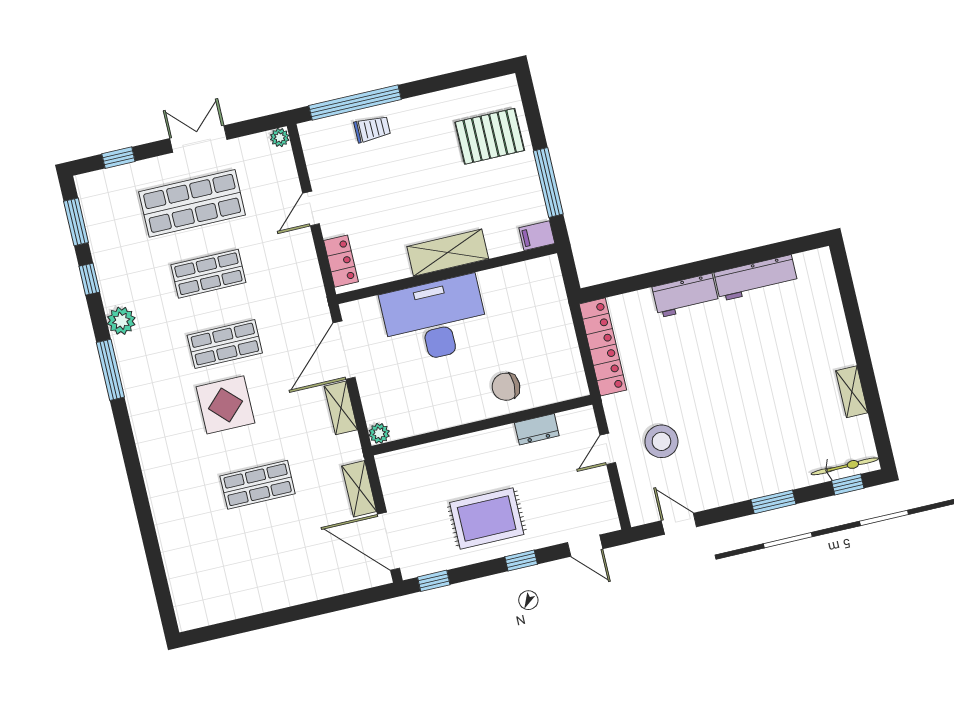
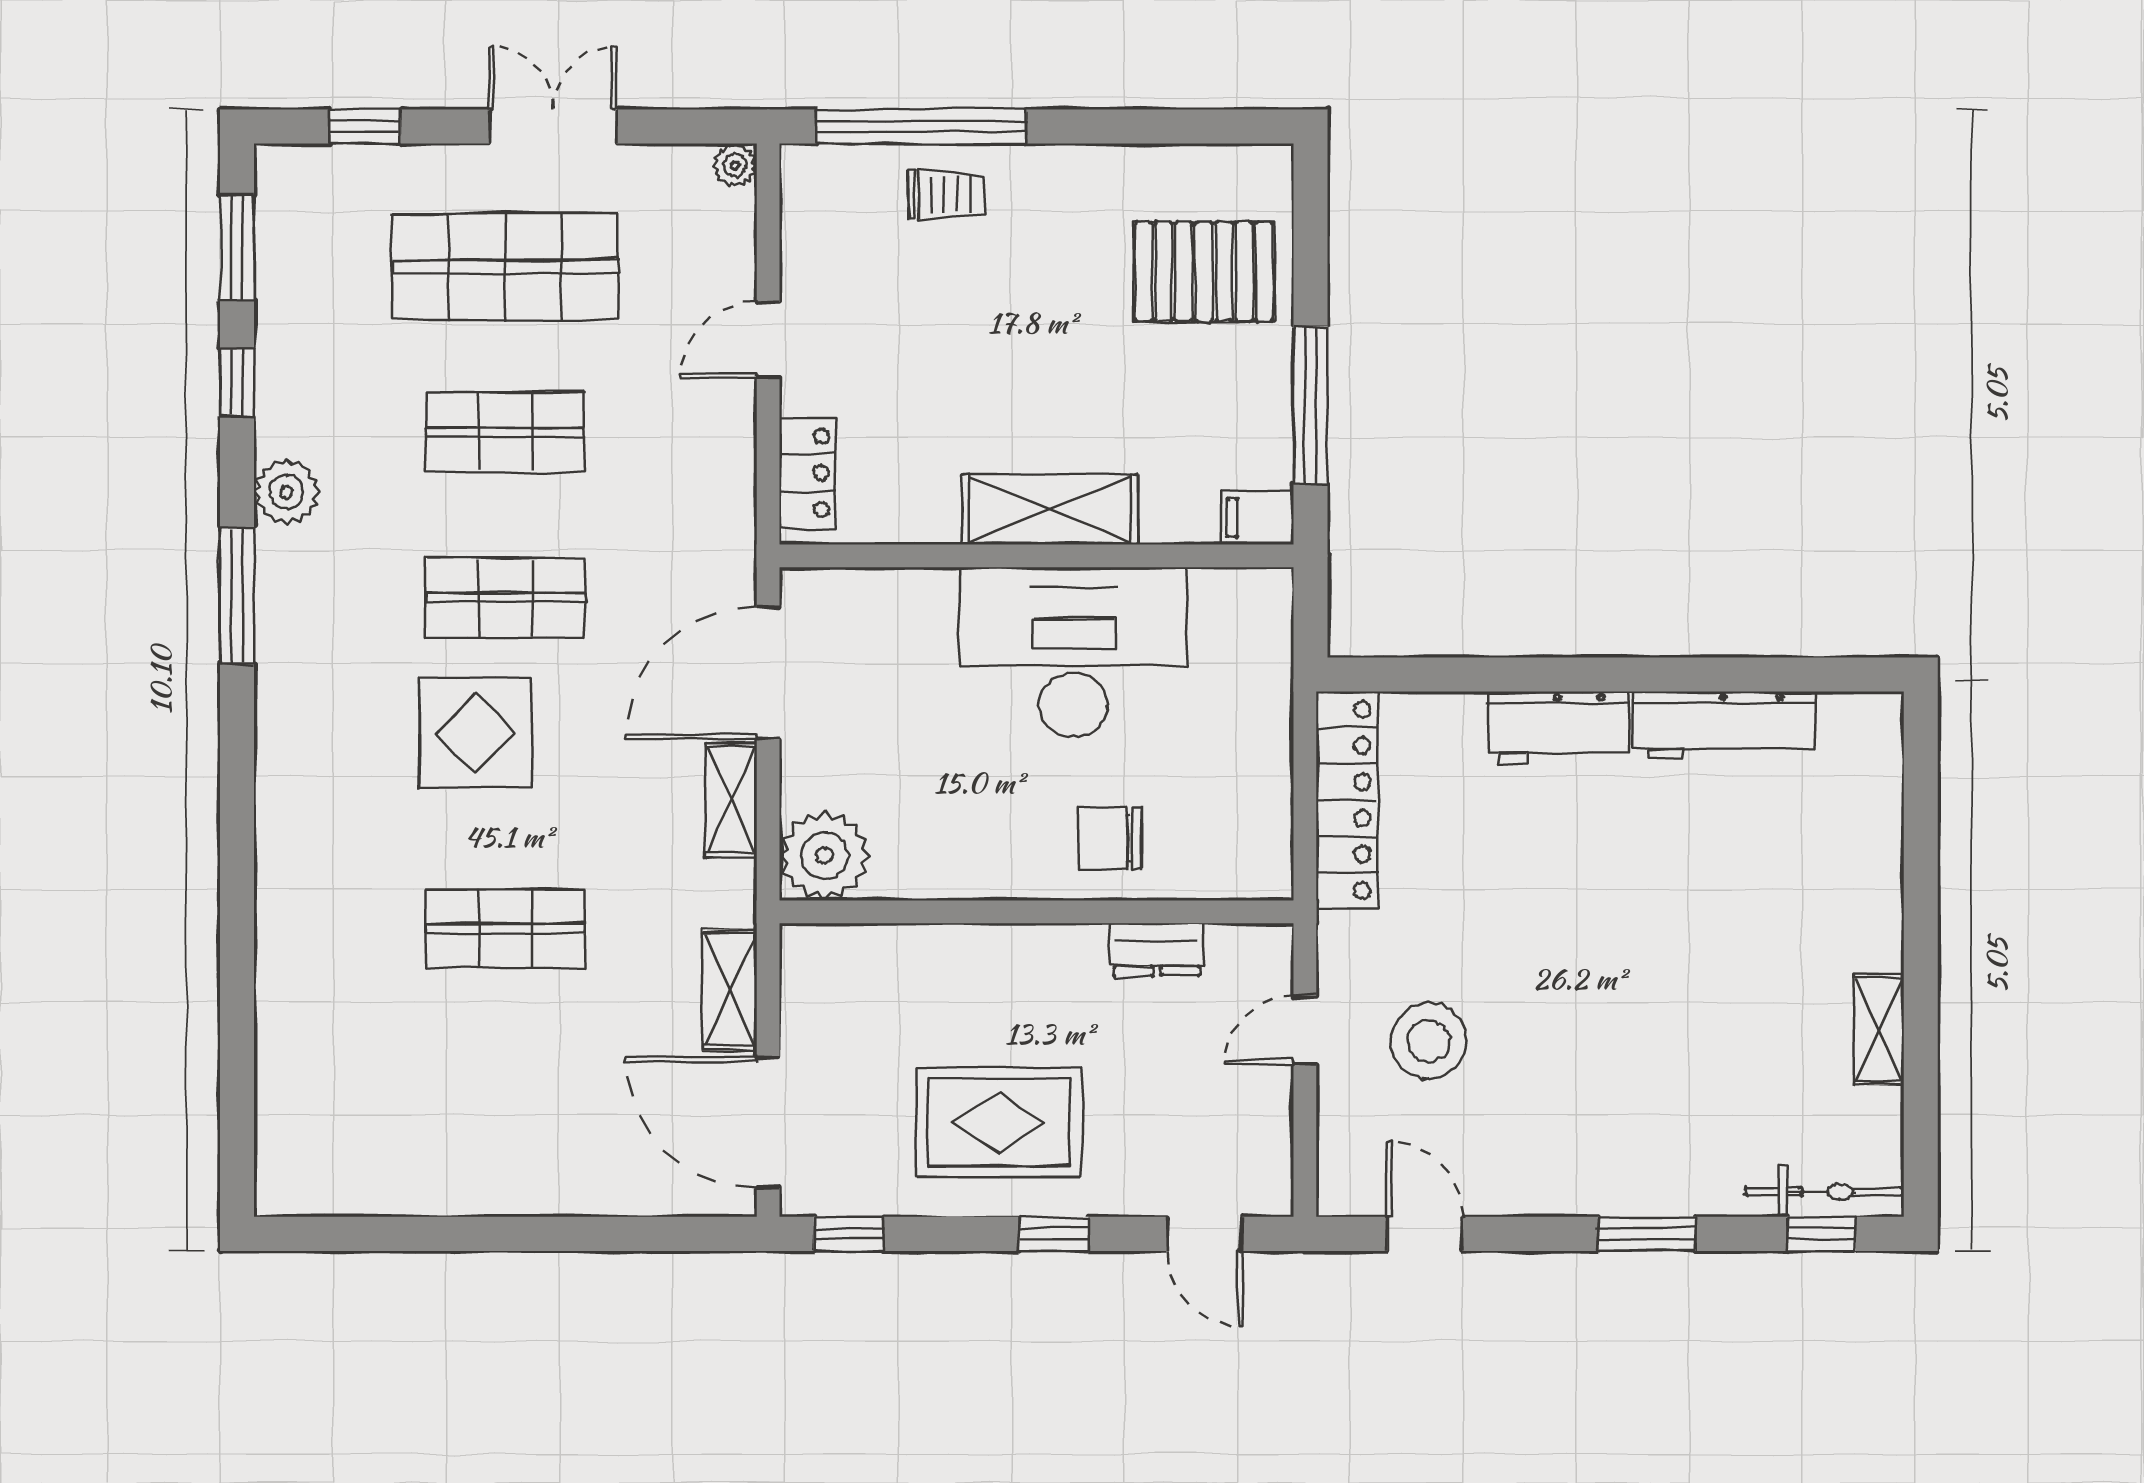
desk: (435, 320) -> (1073, 652), moved
plant: (379, 433) -> (824, 856), width x1.87, depth x1.87

